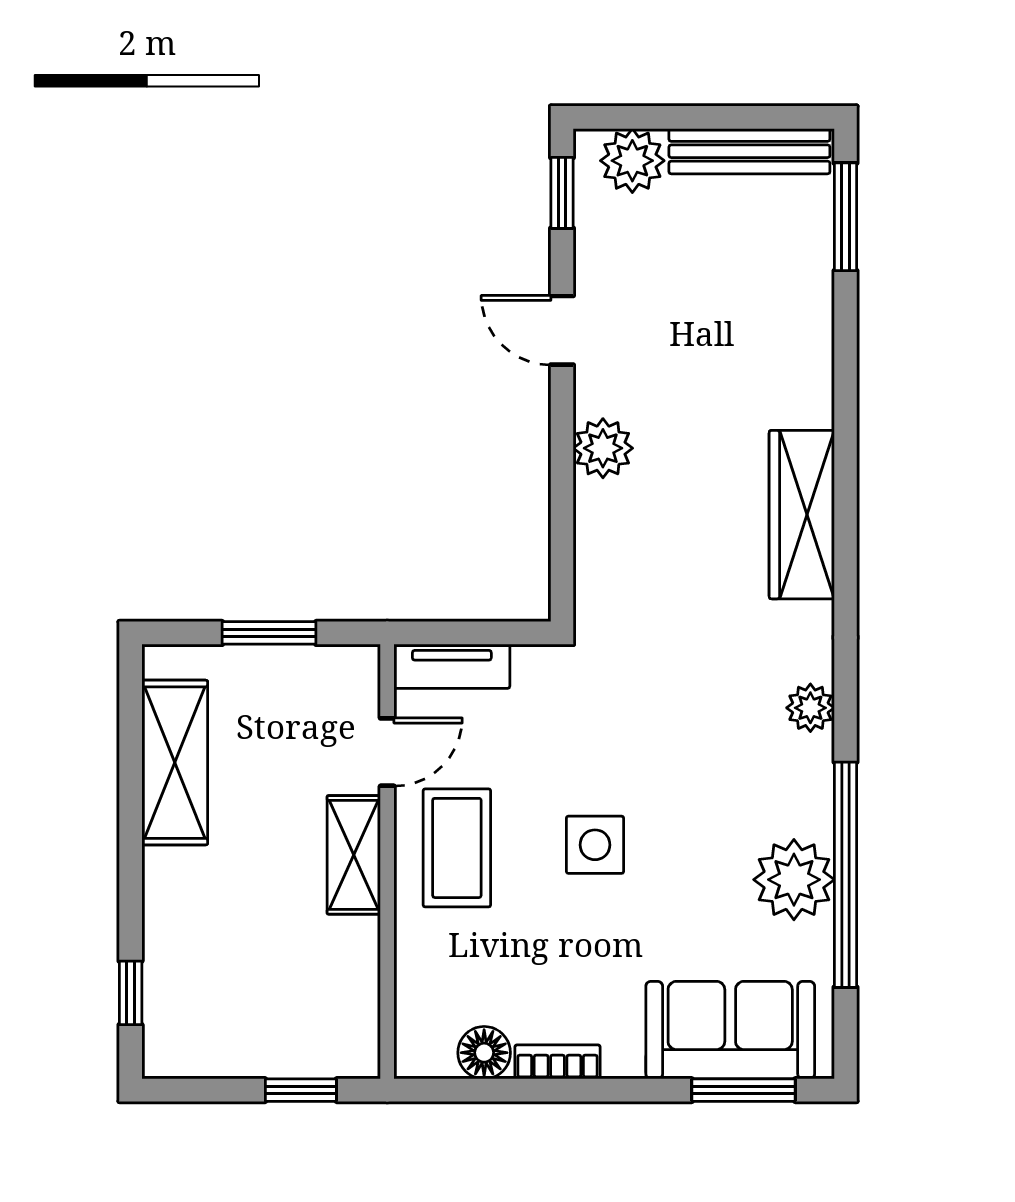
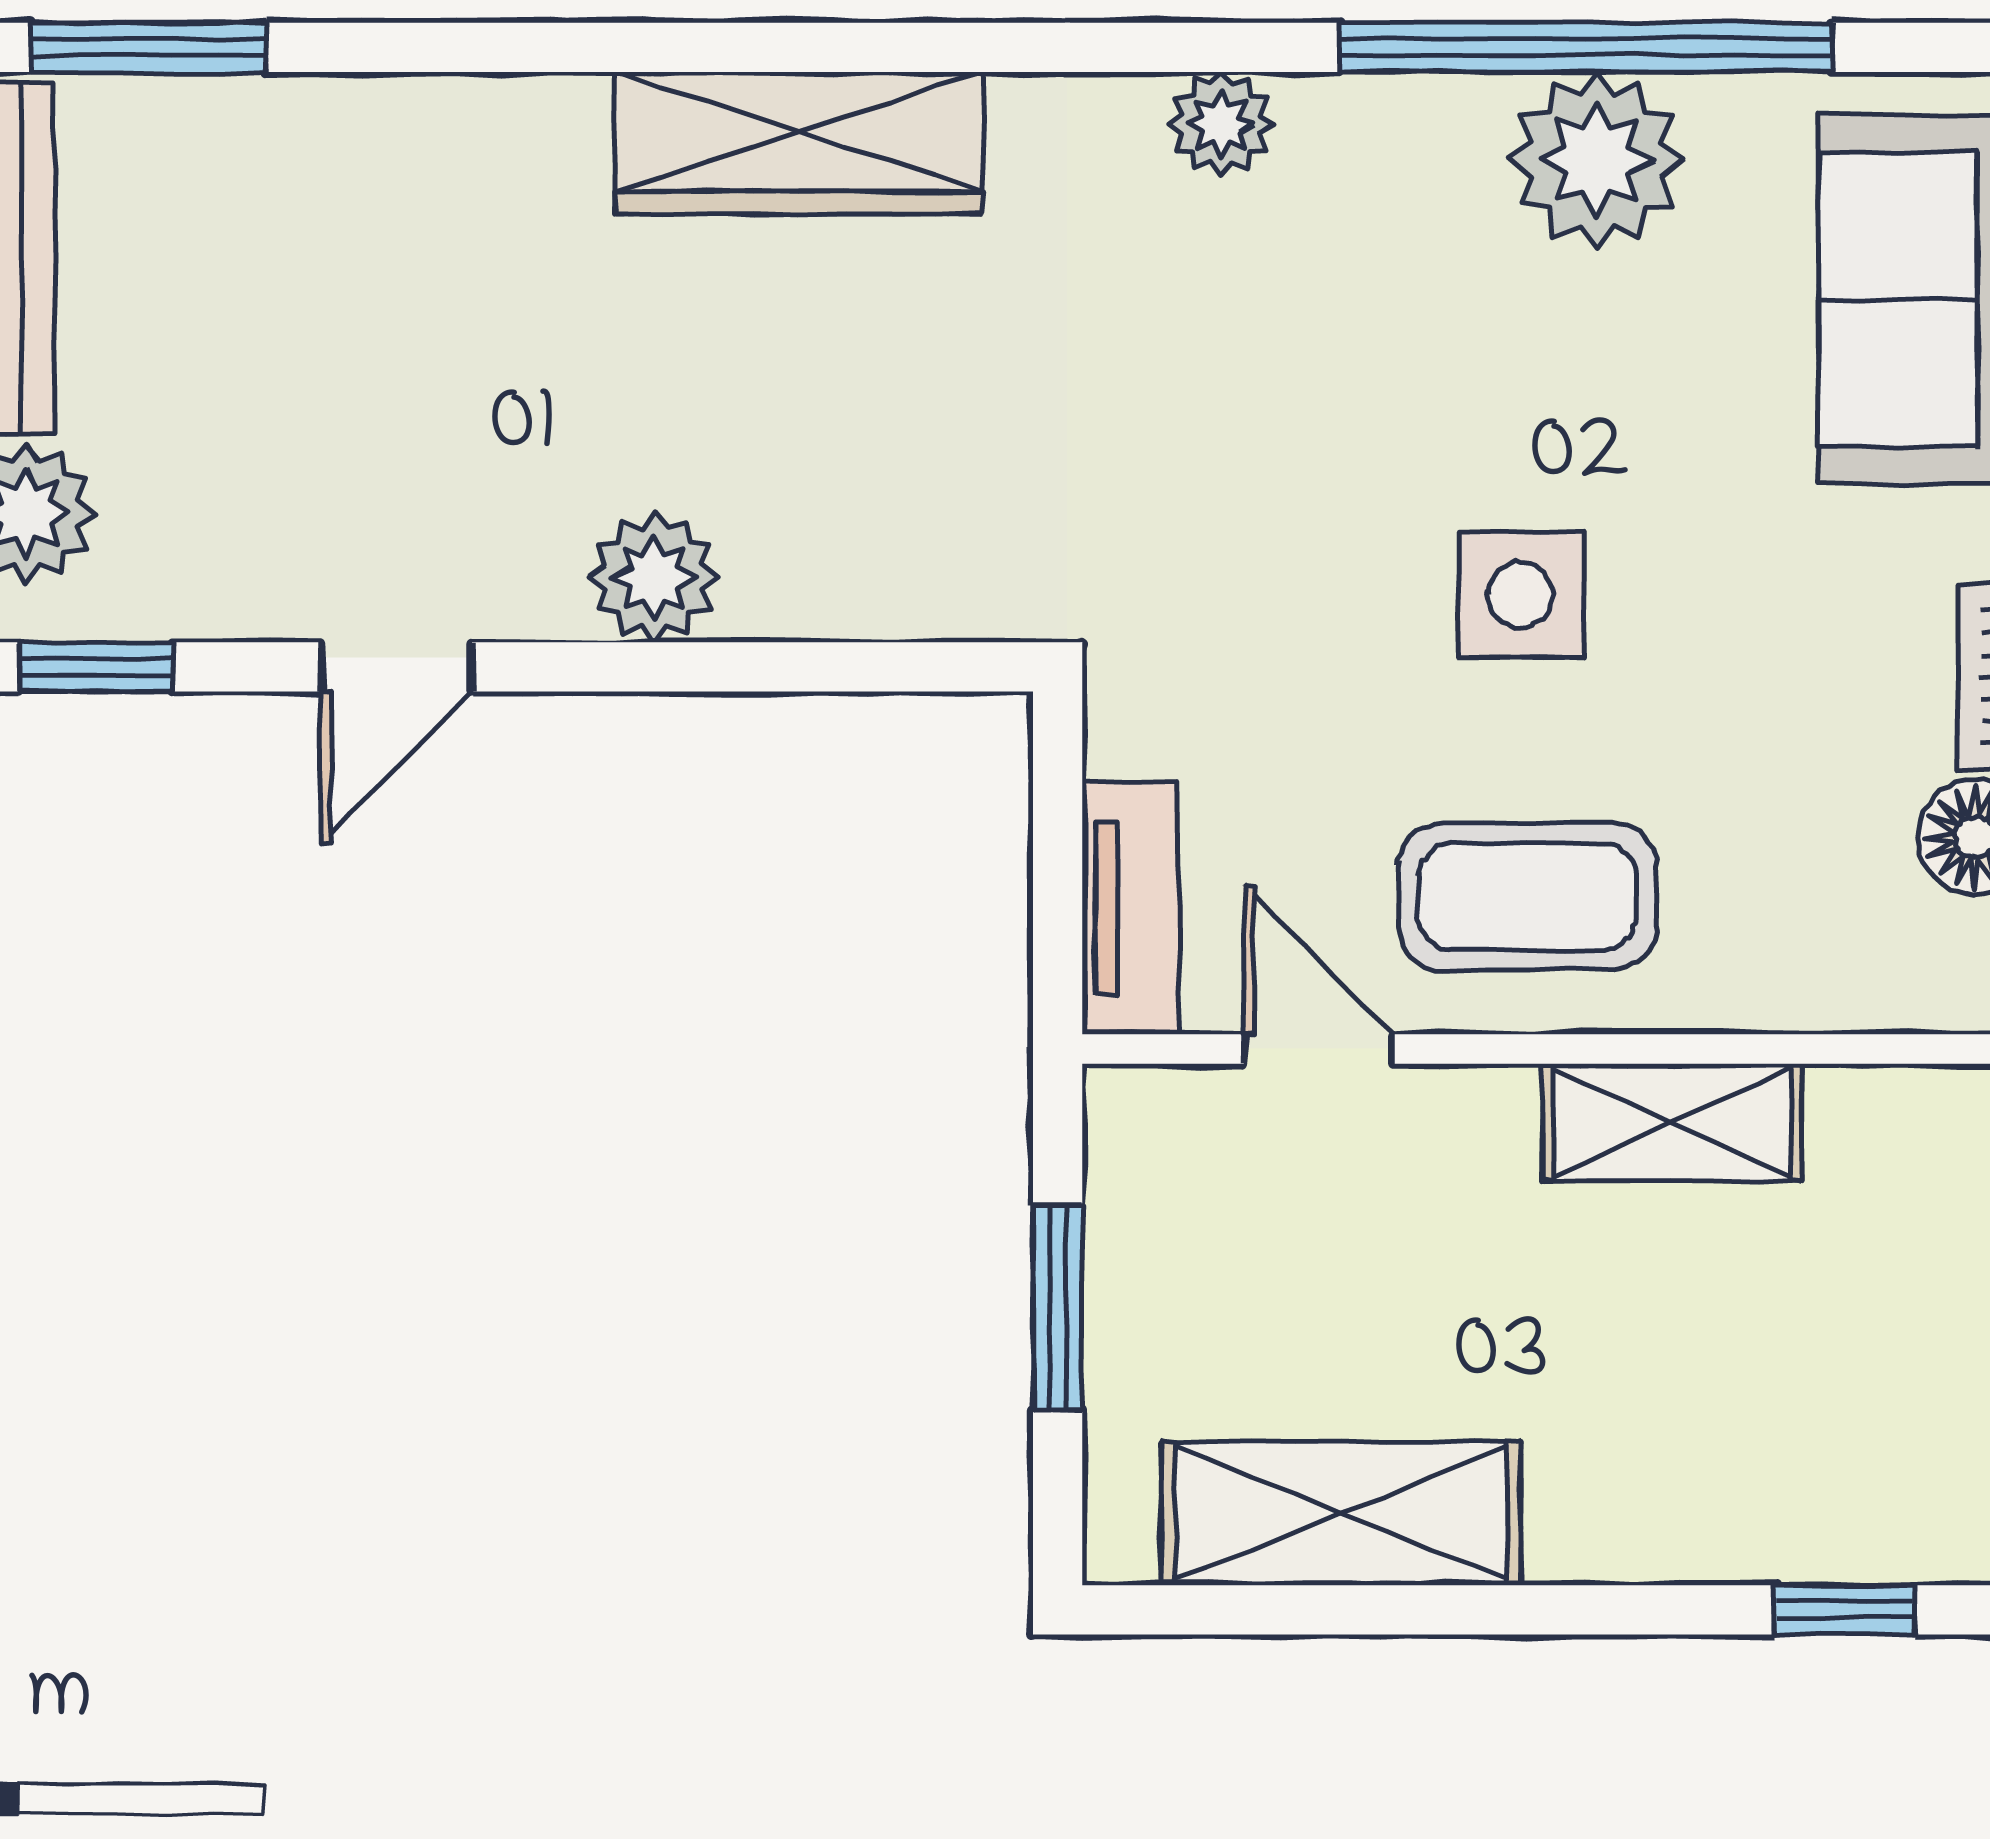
shelving: (354, 855) -> (1672, 1122), moved

